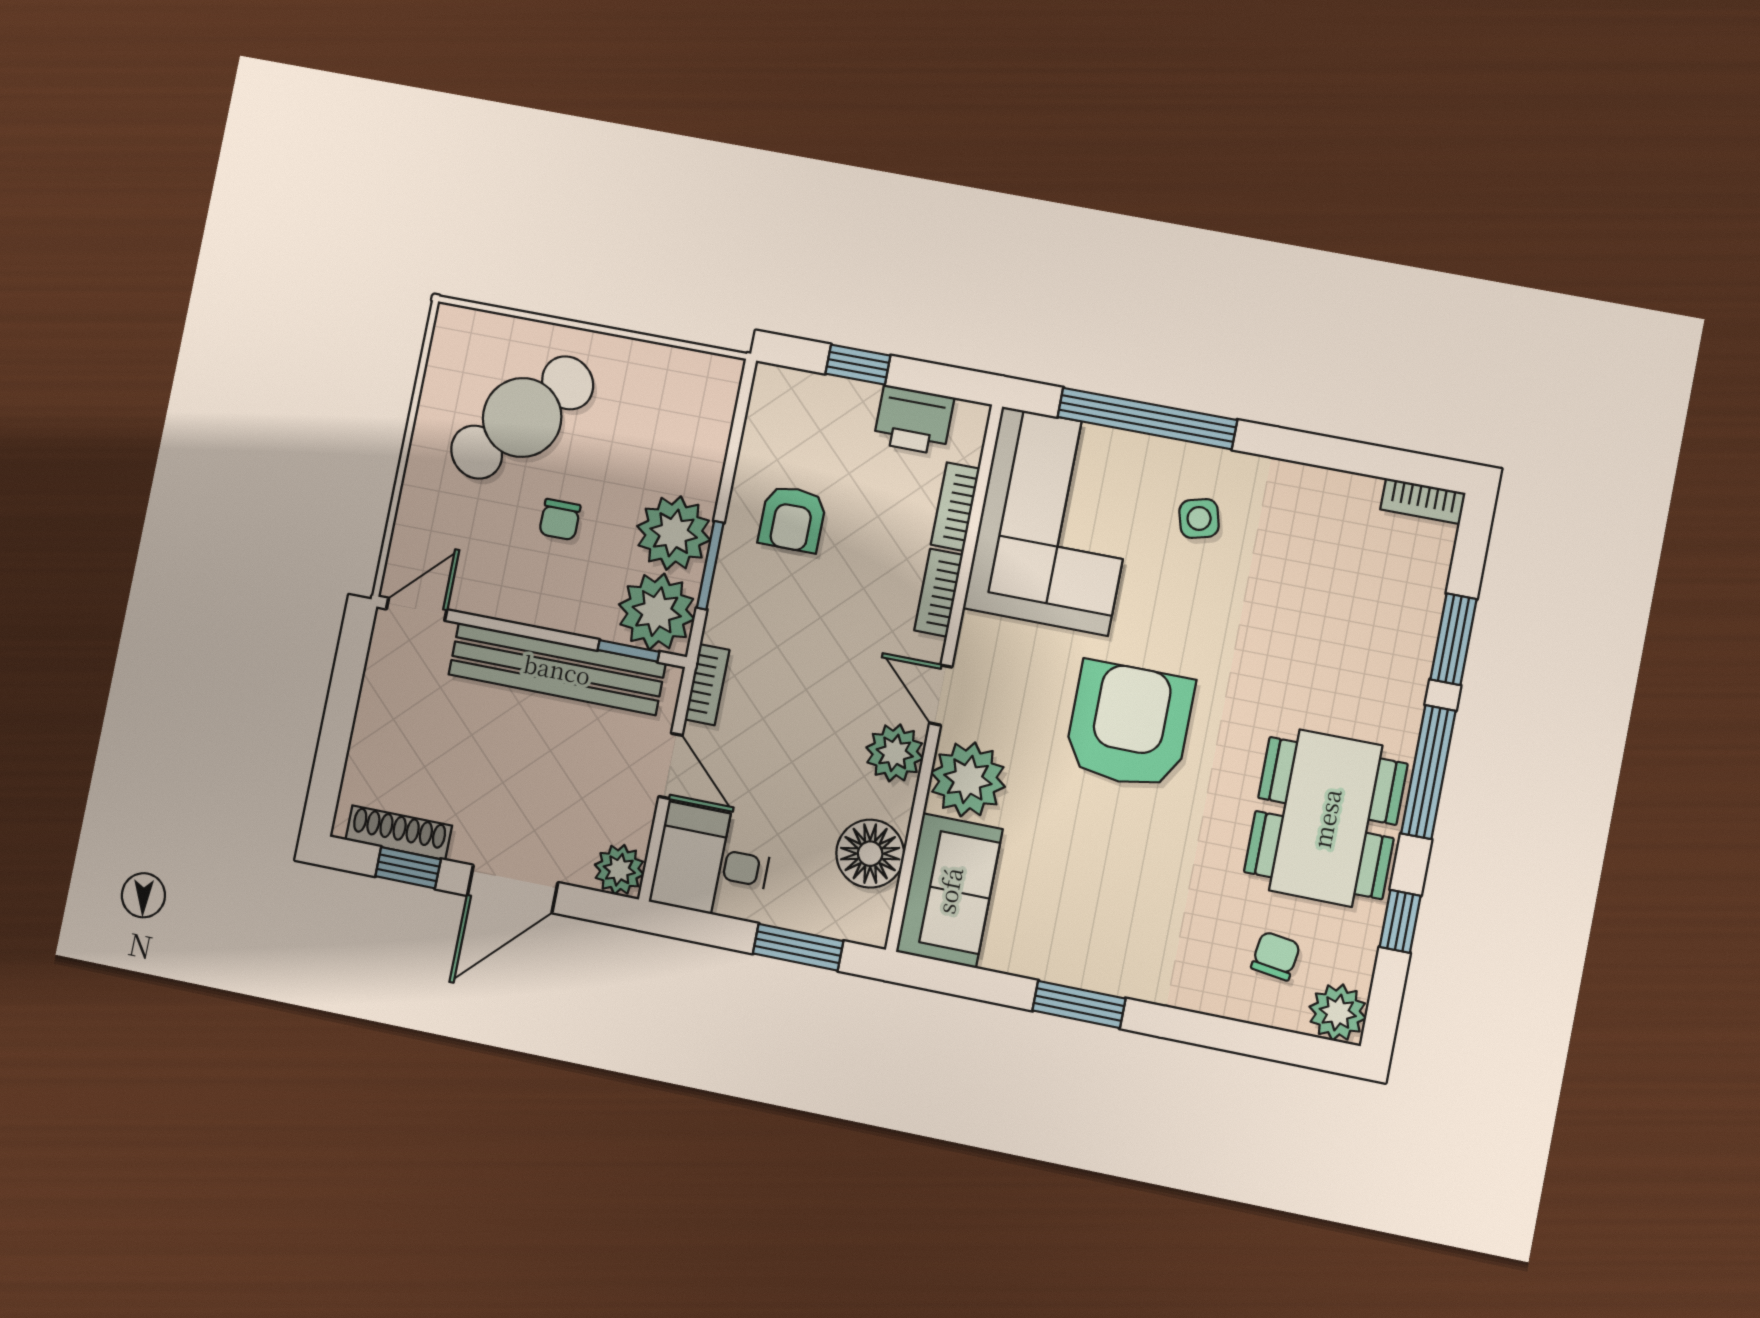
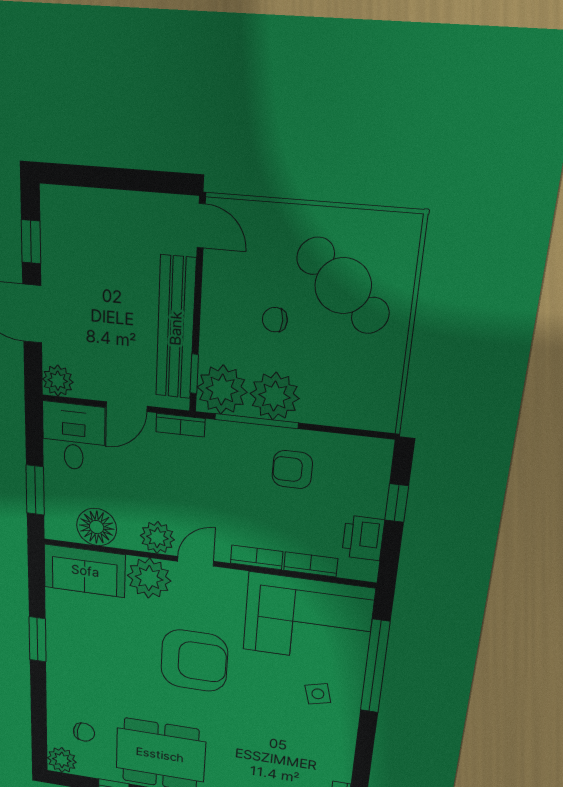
window: (710, 565) -> (256, 421), width x1.44
shoe rack: (399, 833) -> (52, 232), removed

